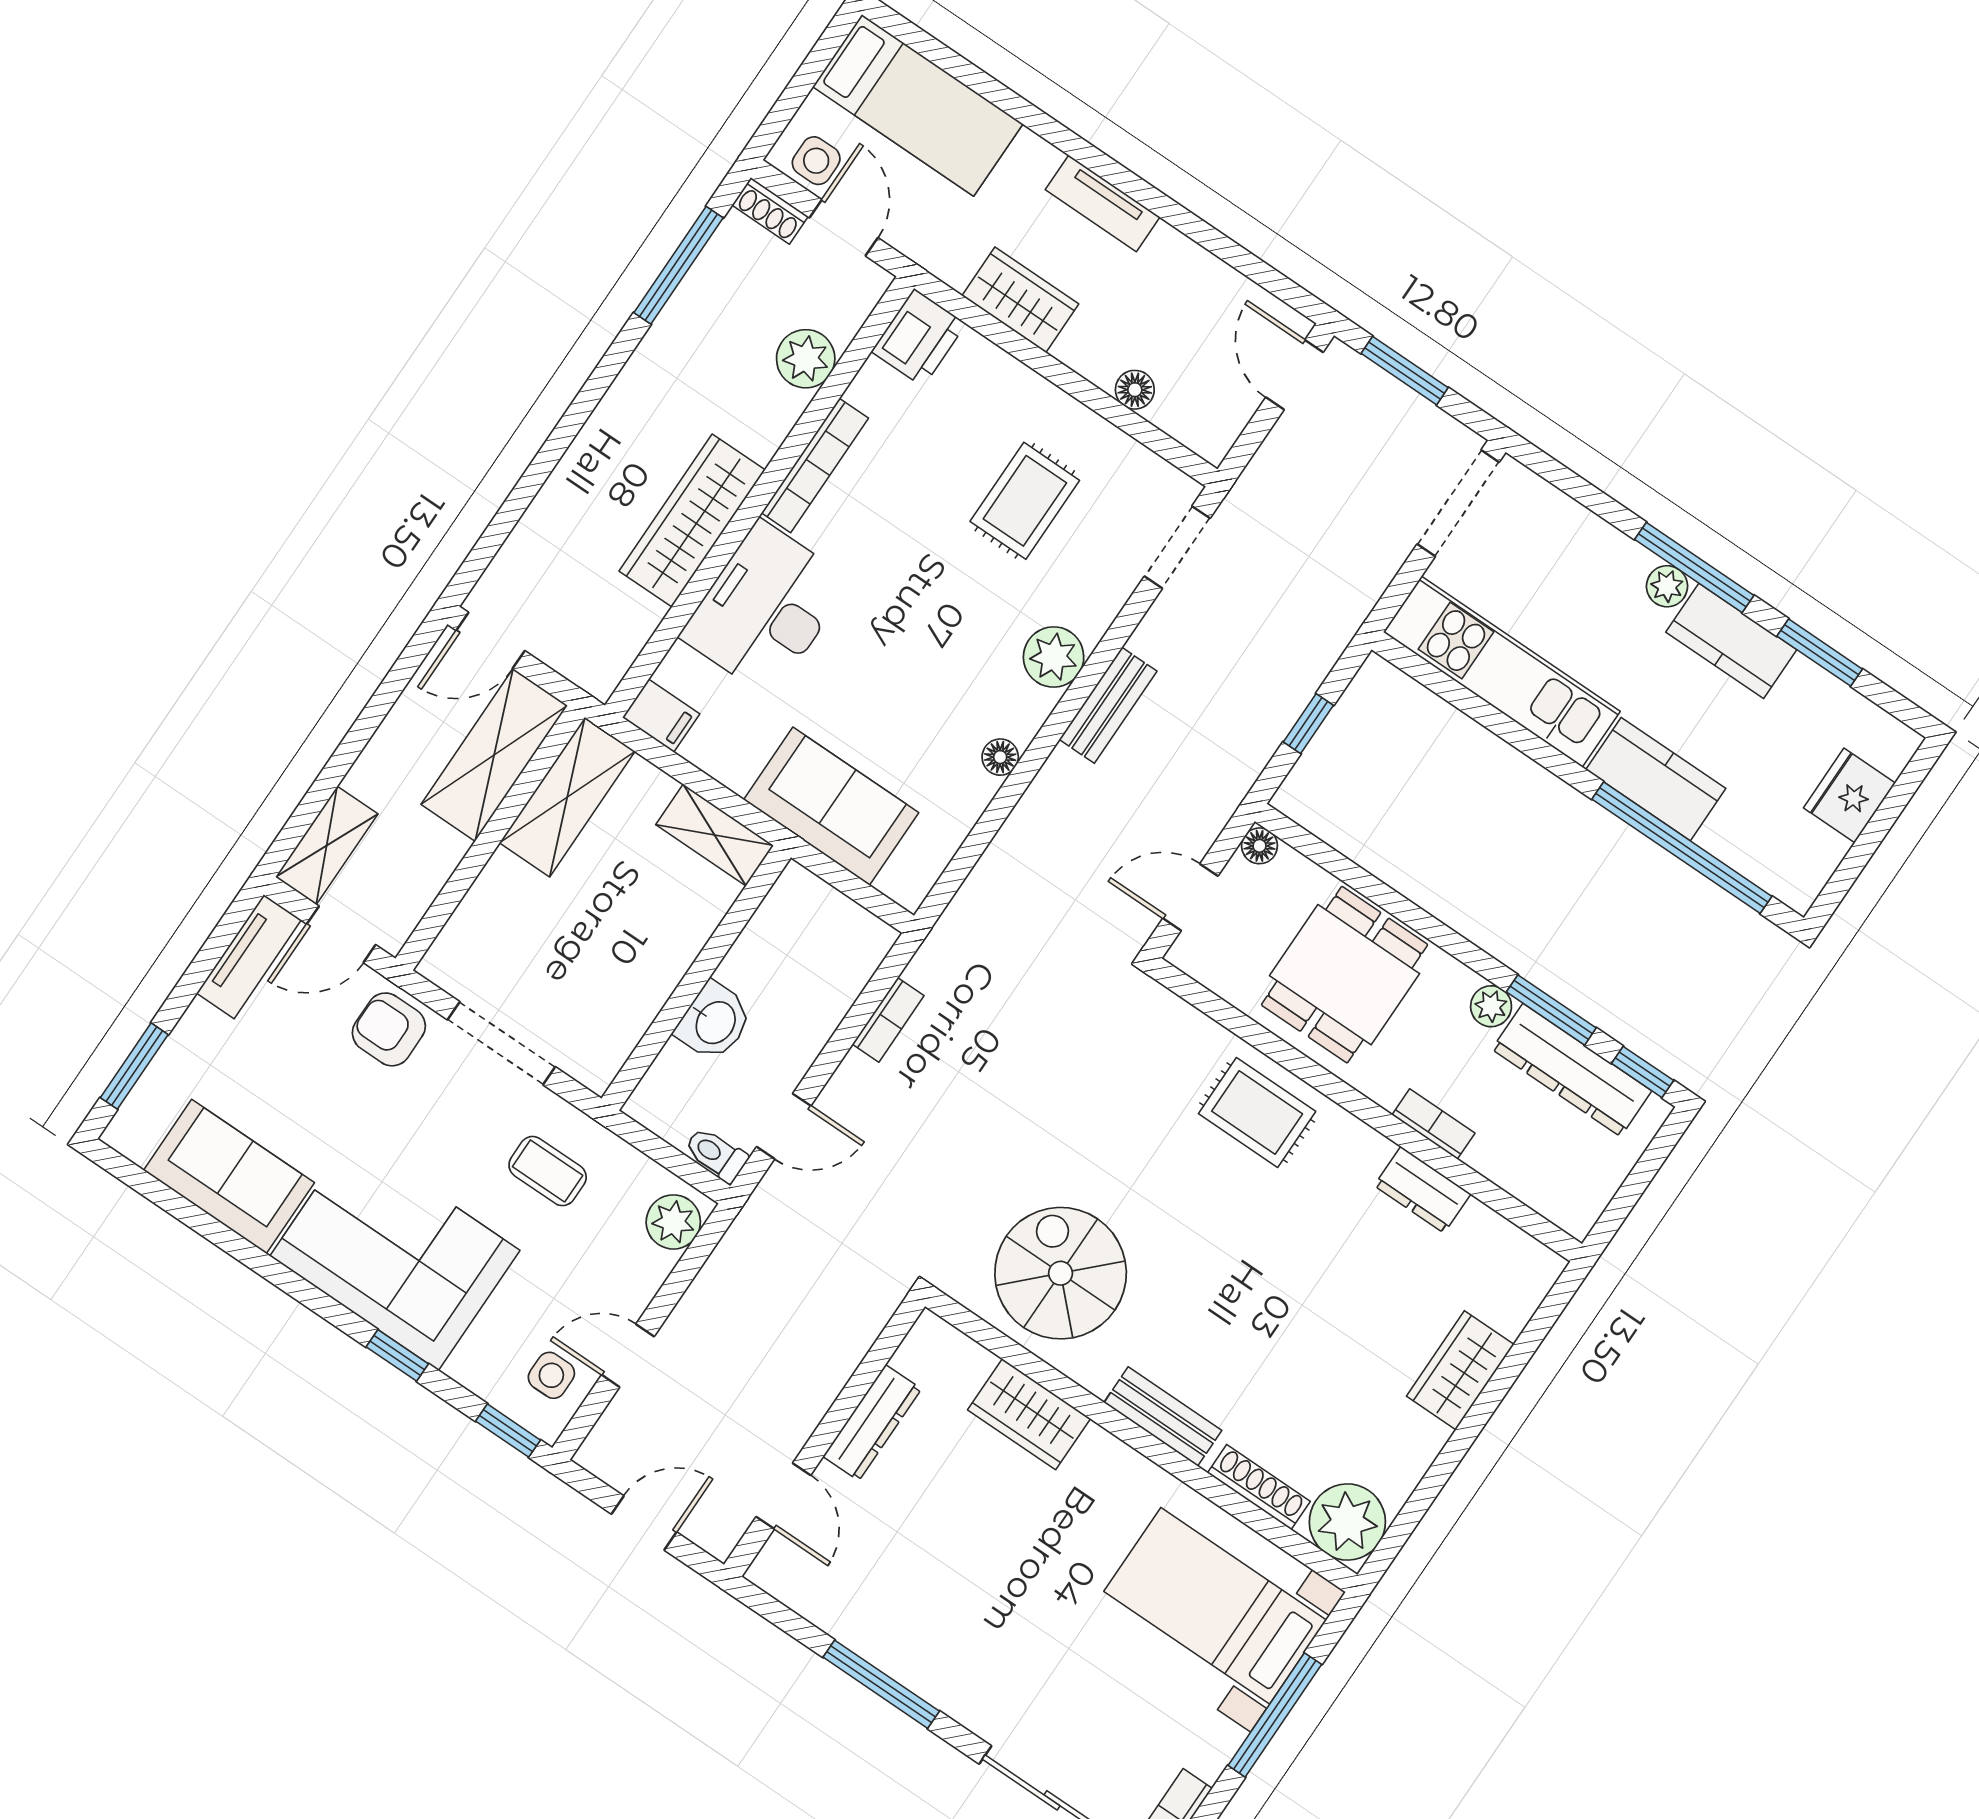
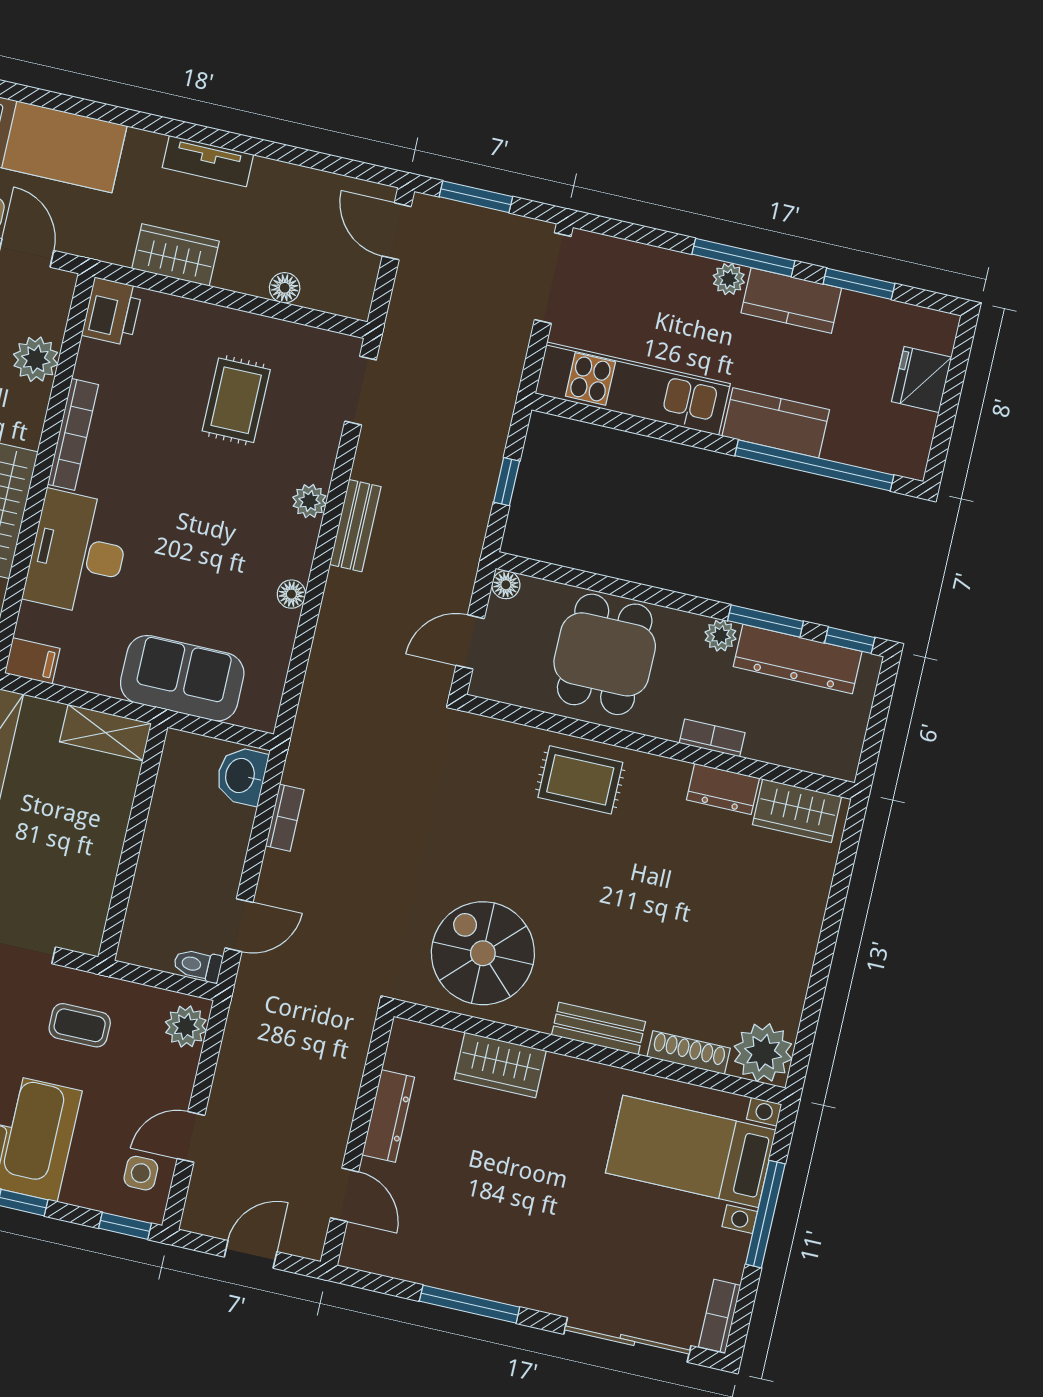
plant: (1054, 657) -> (309, 501), width x0.73, depth x0.73
washbasin: (714, 1022) -> (241, 776), moved, turned 180
wardrobe: (1460, 1370) -> (797, 811), moved, turned -90

